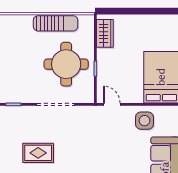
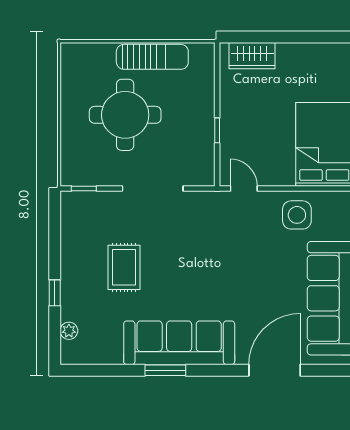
wardrobe: (105, 33) -> (252, 56), moved, turned 90
round table: (66, 64) -> (125, 115), moved
rug: (38, 153) -> (124, 267), turned 90

